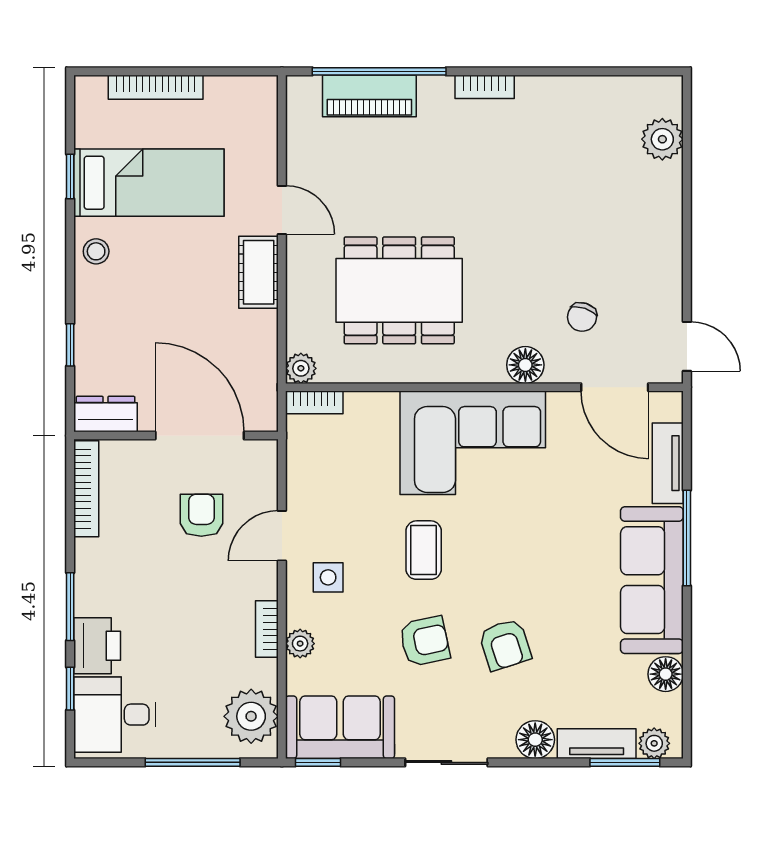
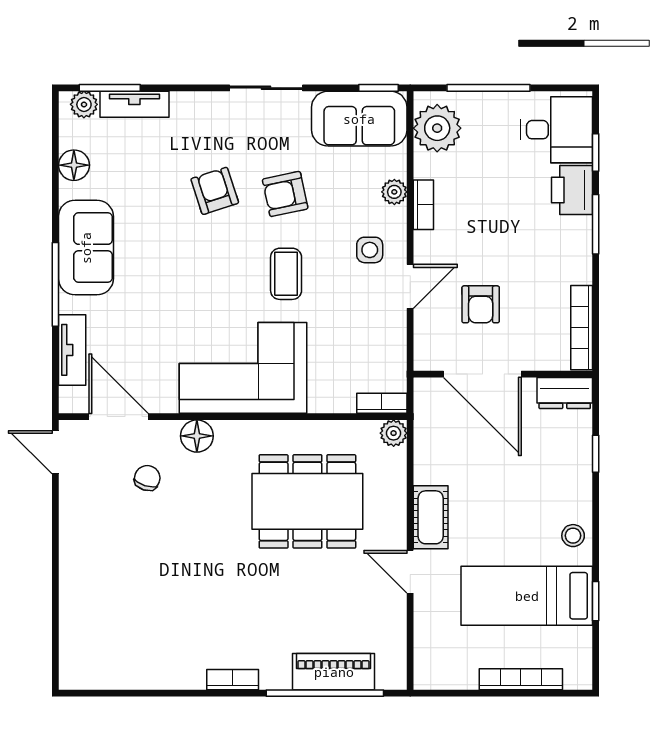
plant: (662, 139) -> (77, 634), removed
sofa: (652, 580) -> (86, 248), width x0.73
floor lamp: (535, 740) -> (188, 108), removed

